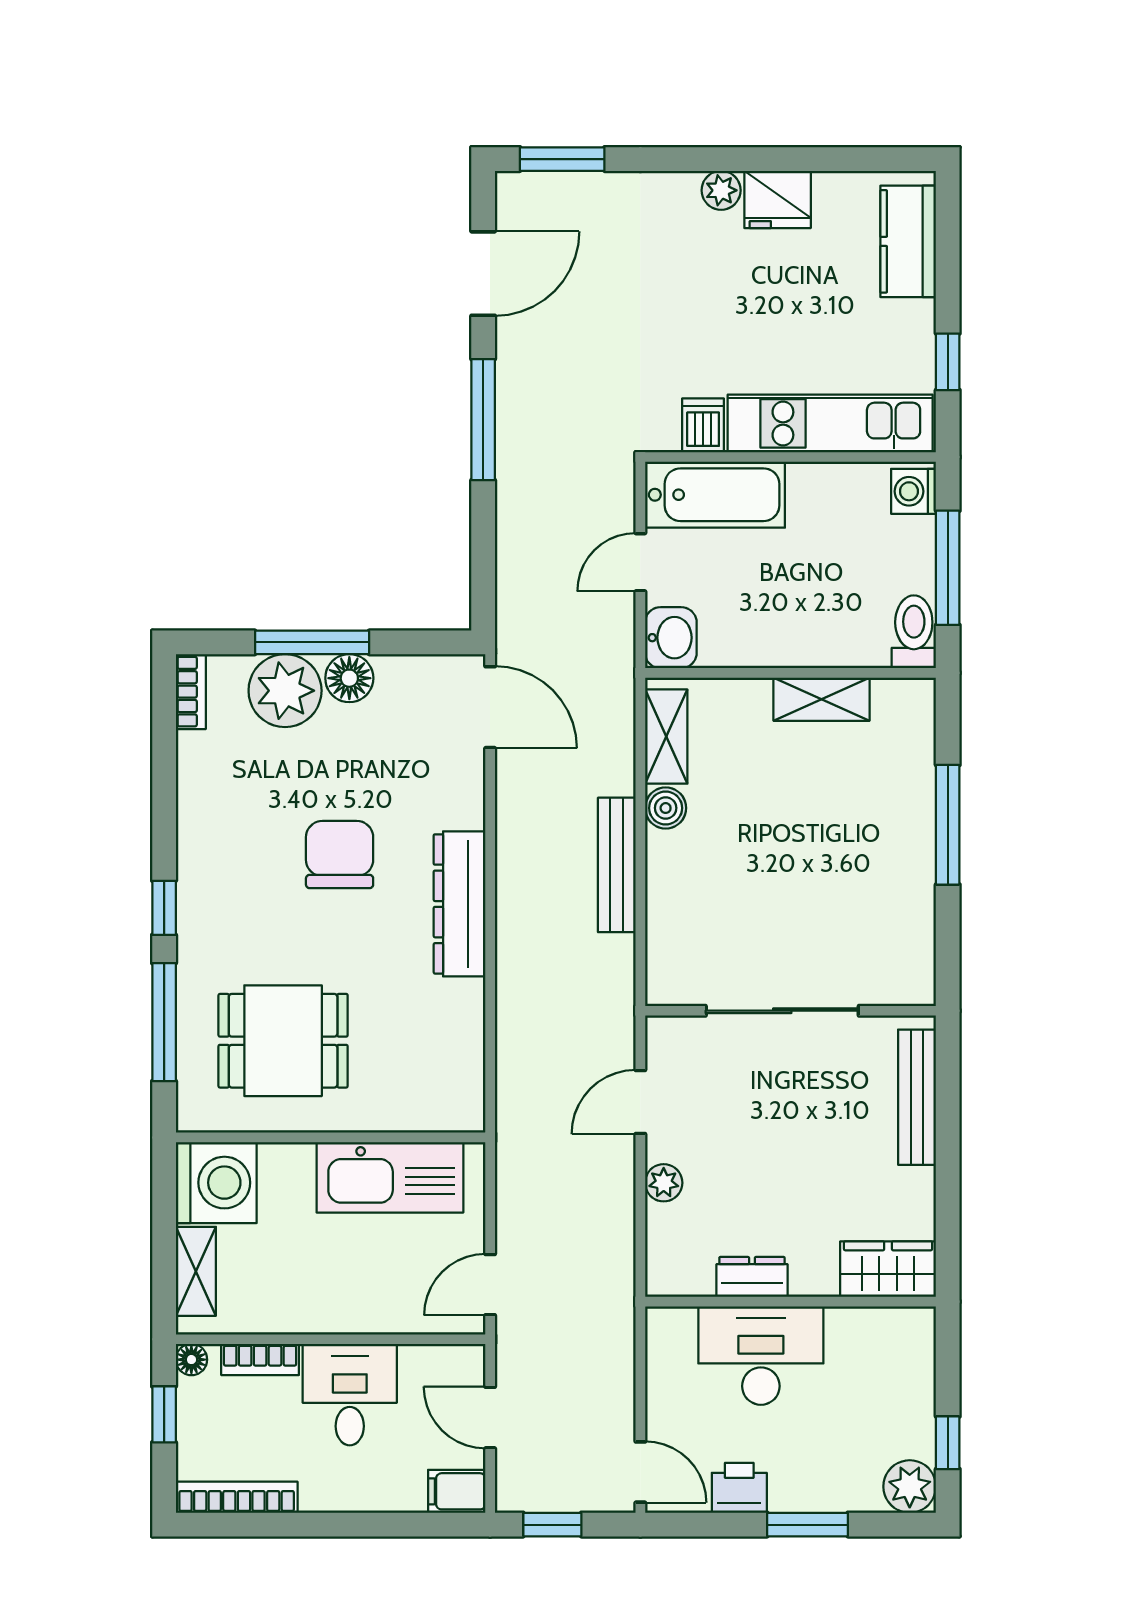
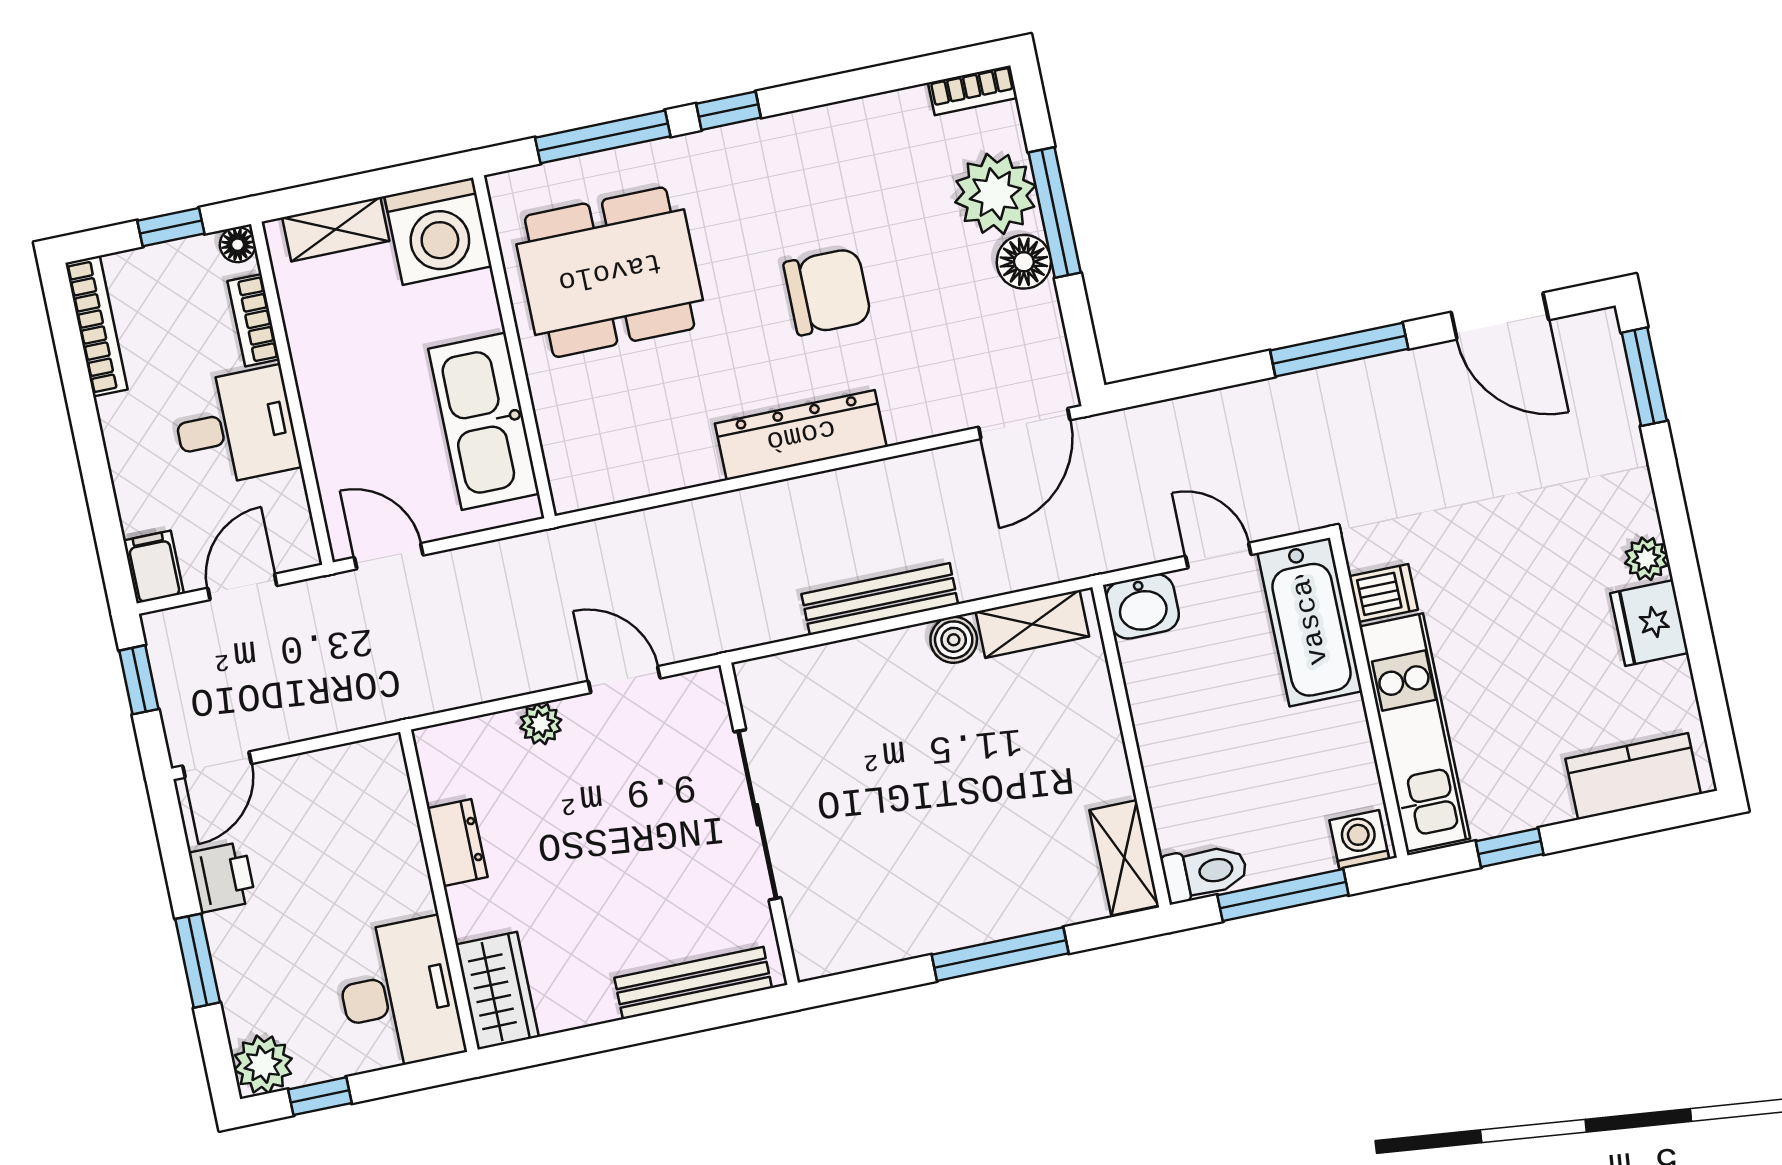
shelving: (822, 699) -> (1124, 858), moved
dining table: (283, 1041) -> (610, 272), width x1.38
desk: (761, 1356) -> (399, 994), moved

